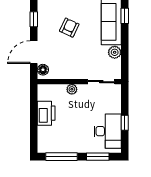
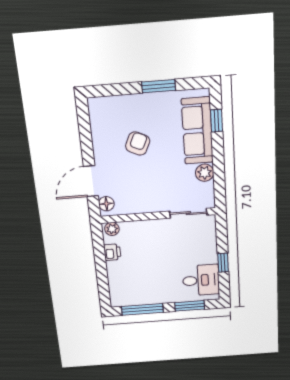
window: (34, 19) -> (86, 136), removed
plant: (72, 89) -> (112, 229), moved
printer: (46, 113) -> (112, 252), width x0.53, depth x0.68
desk: (108, 131) -> (201, 280), width x0.73

